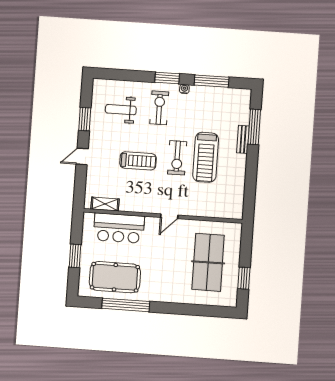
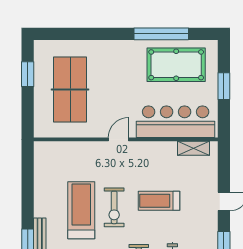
exercise bike: (177, 158) -> (114, 207), turned 180
bar counter: (119, 228) -> (176, 122), width x1.36

